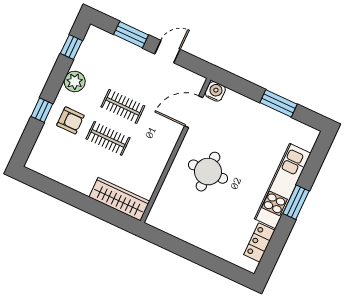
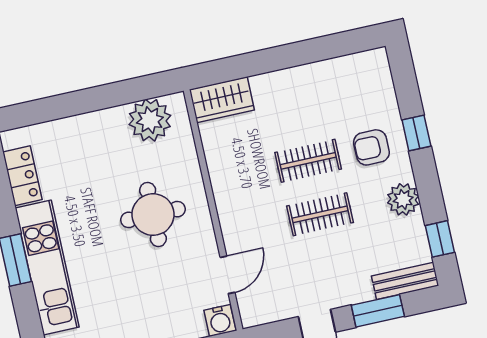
bench: (105, 39) -> (405, 281), added
door: (194, 112) -> (228, 275), width x0.73
wardrobe: (119, 199) -> (222, 100), width x0.67
plant: (173, 221) -> (150, 120), added

